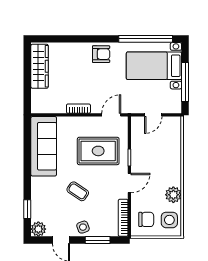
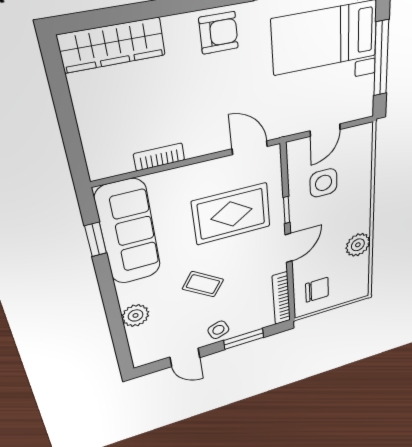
wardrobe: (39, 66) -> (112, 45), moved, turned 90
bookcase: (78, 109) -> (159, 157), moved
door: (111, 115) -> (250, 148), hinge flipped
window: (27, 209) -> (96, 239), moved
side table: (169, 220) -> (323, 183), moved
plant: (38, 229) -> (136, 315), moved

